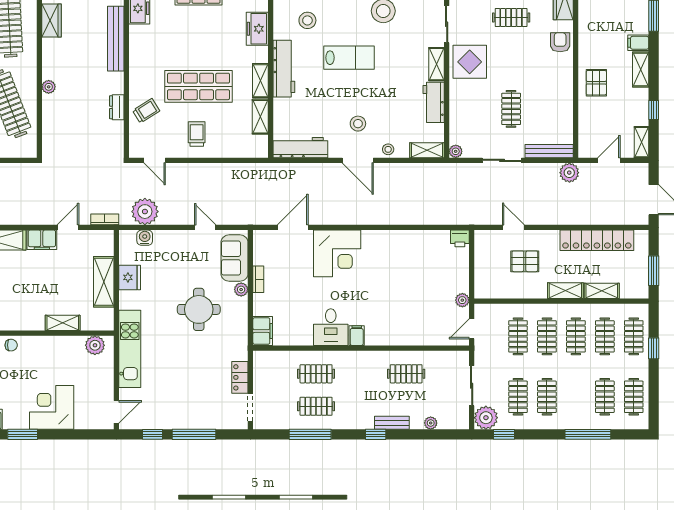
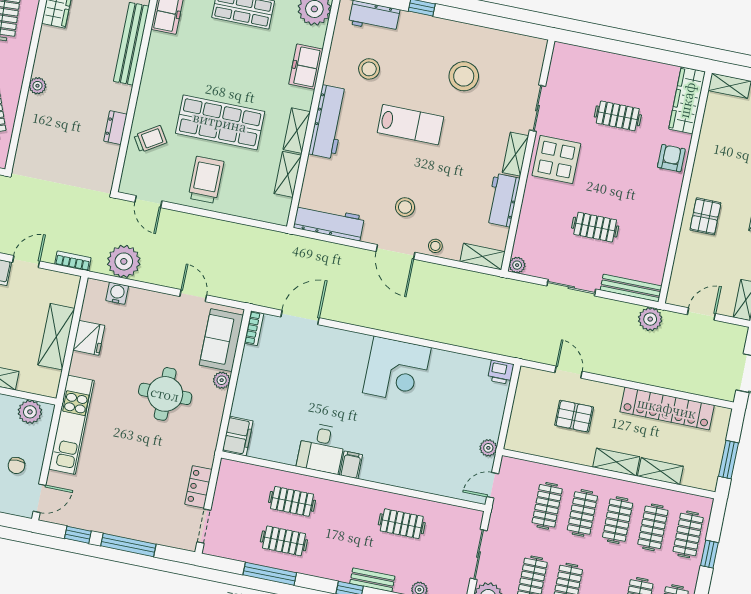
clothes rail: (511, 109) -> (595, 227), turned 90
trolley: (197, 134) -> (206, 180), width x1.36, depth x1.39
corner desk: (337, 253) -> (397, 370), moved
bookcase: (258, 279) -> (254, 328), moved
chair: (93, 390) -> (16, 466), added

